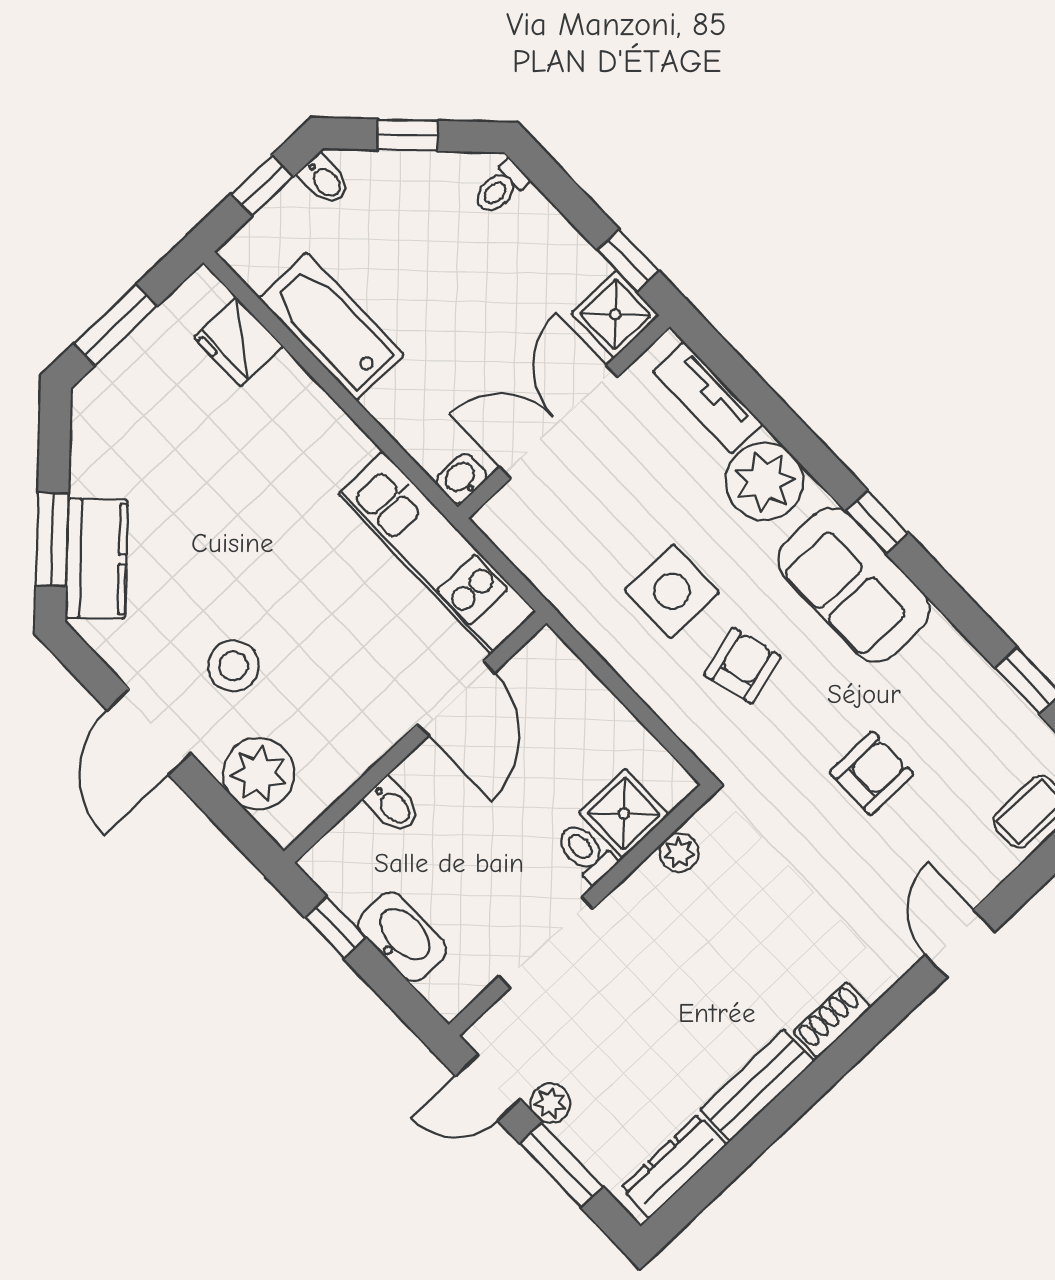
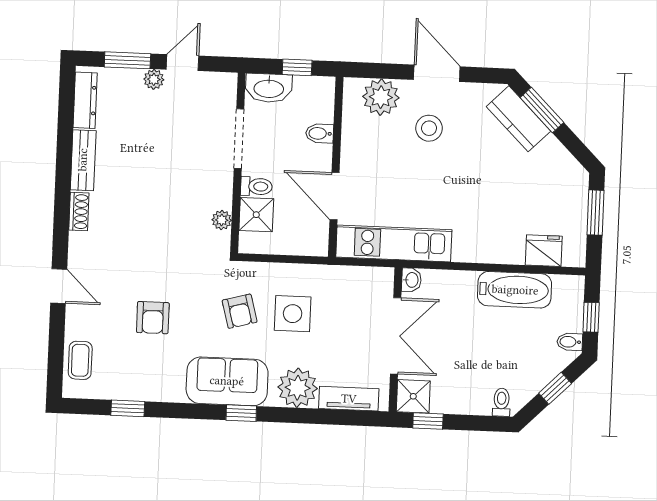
shower: (624, 814) -> (256, 215), moved
toilet: (586, 853) -> (256, 186), moved
plant: (679, 853) -> (222, 220), moved
wall: (580, 910) -> (238, 163), moved
doorway: (546, 943) -> (239, 139), moved

